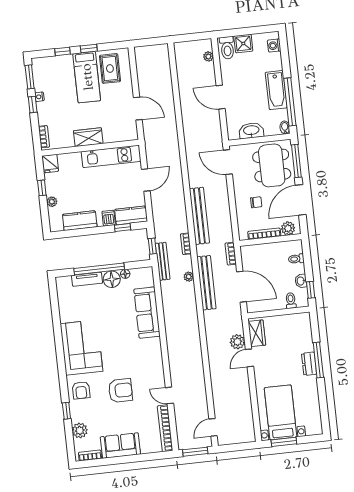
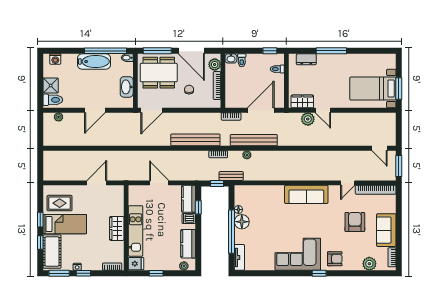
cot: (54, 66) -> (52, 252), added
kitchen unit: (111, 156) -> (136, 231), moved
plant: (52, 202) -> (184, 266), moved
bench: (163, 261) -> (231, 176), width x0.73
tv unit: (87, 279) -> (239, 257), moved
washbasin: (301, 281) -> (231, 58), moved
sofa: (147, 313) -> (306, 194), moved
dresser: (309, 364) -> (306, 59), moved
armchair: (120, 390) -> (355, 222), moved
window: (66, 411) -> (319, 273), moved

